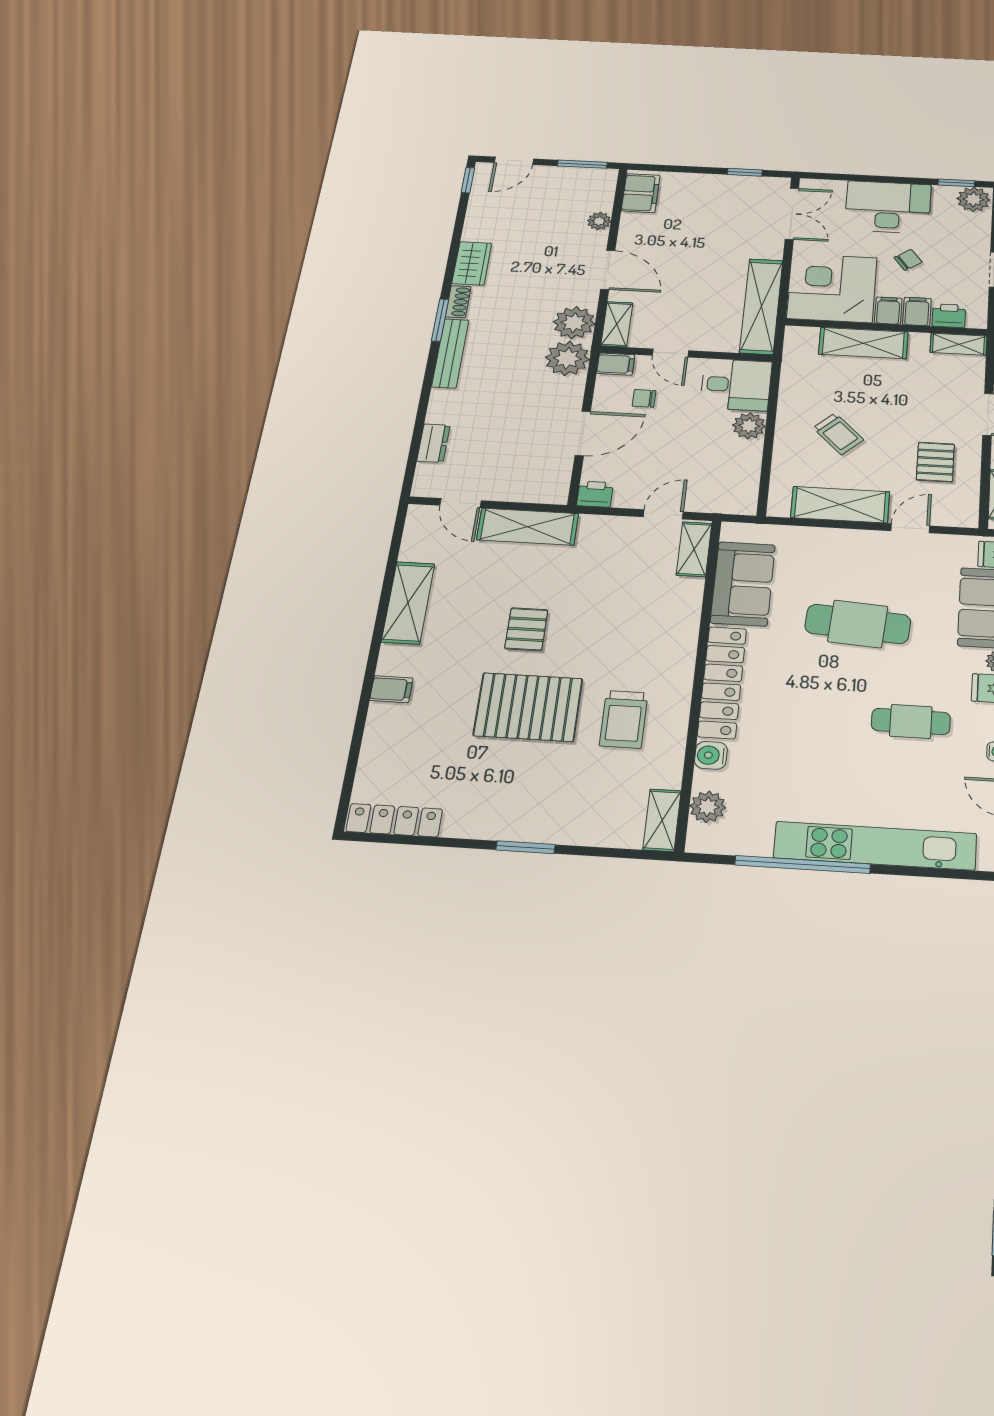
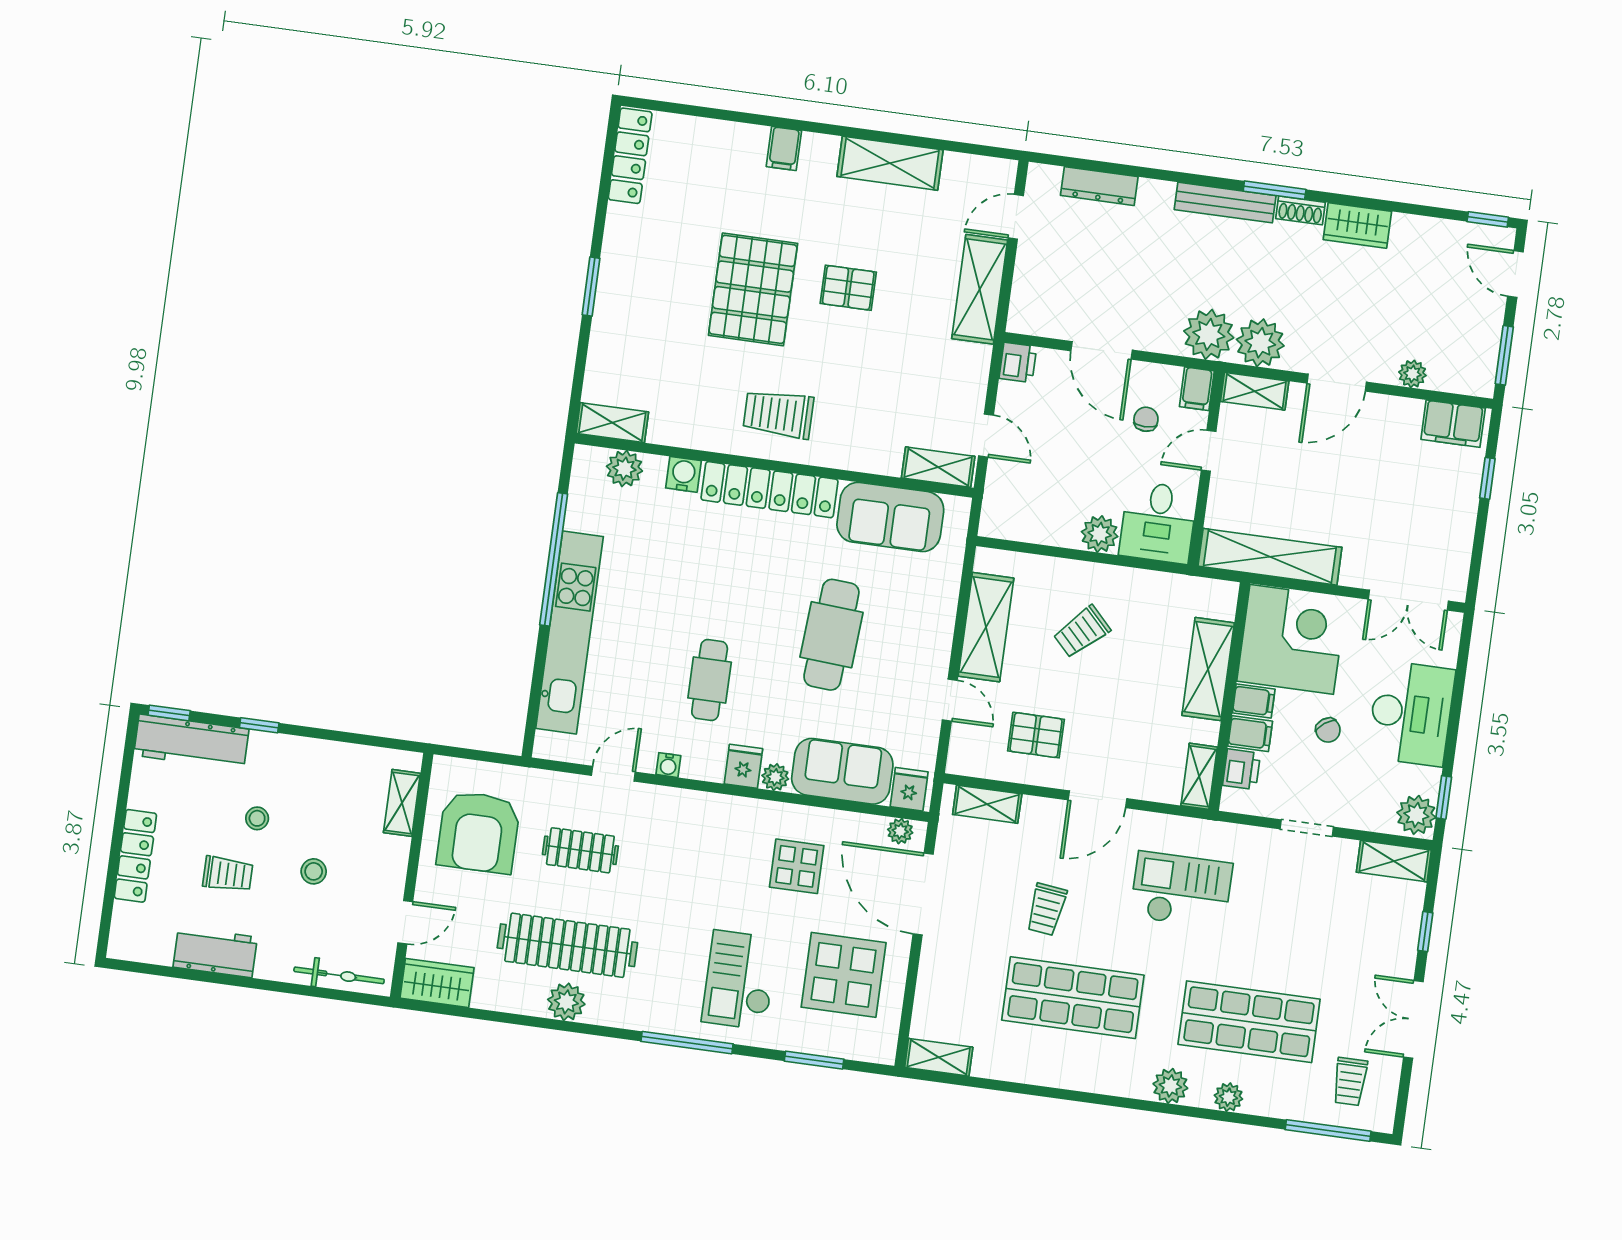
window: (745, 172) -> (1487, 478), moved
dresser: (434, 443) -> (1099, 186), width x1.44
trolley: (624, 719) -> (778, 414), moved

